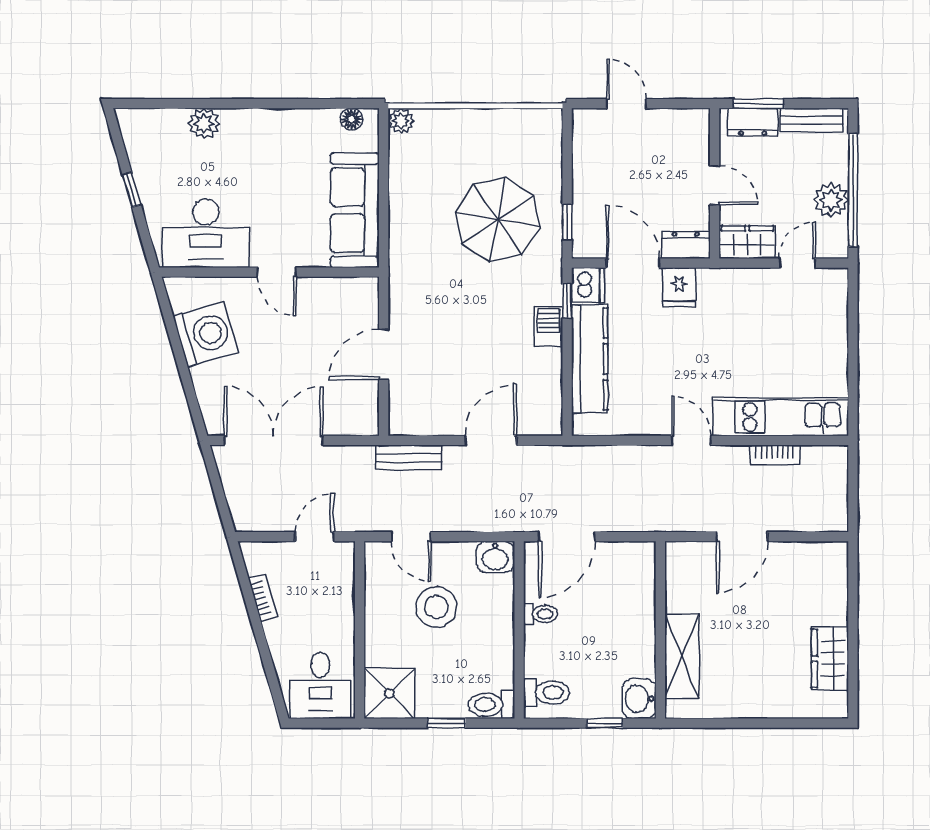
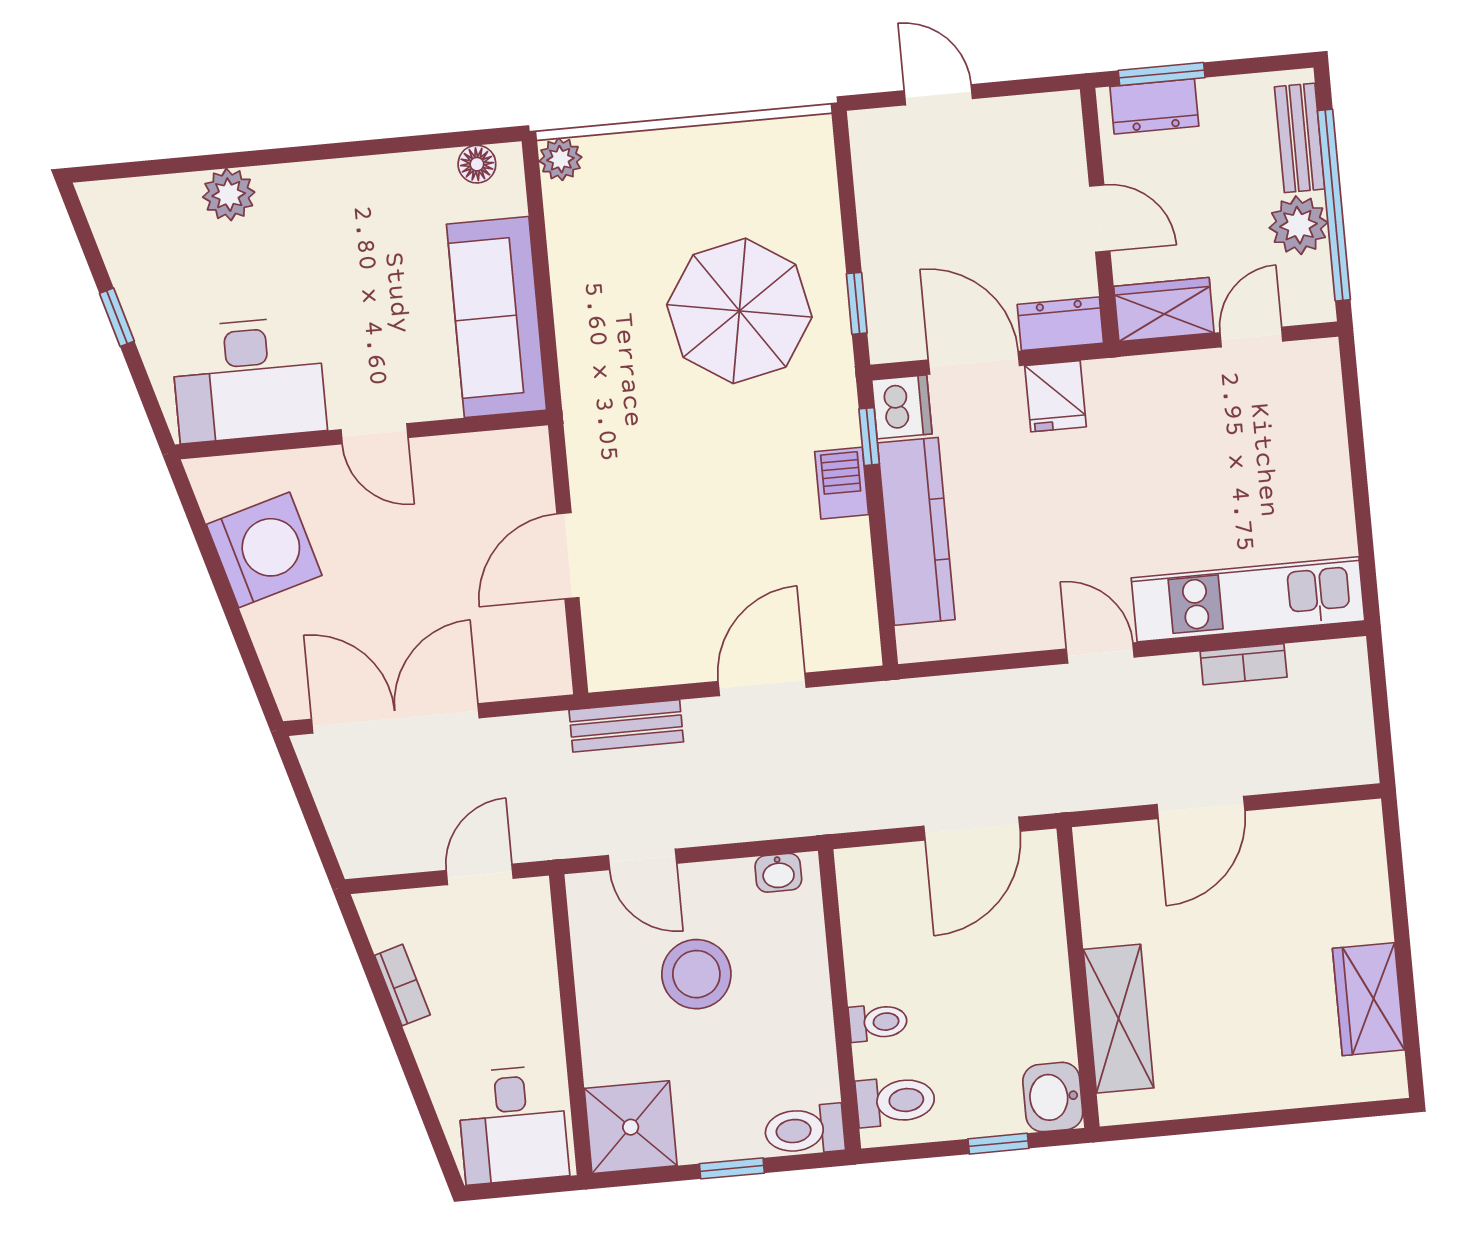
bench: (812, 120) -> (1300, 138), moved, turned 90
door: (567, 537) -> (972, 829), moved
washbasin: (495, 557) -> (778, 873), width x0.72, depth x0.69
toilet: (541, 614) -> (878, 1022), moved

